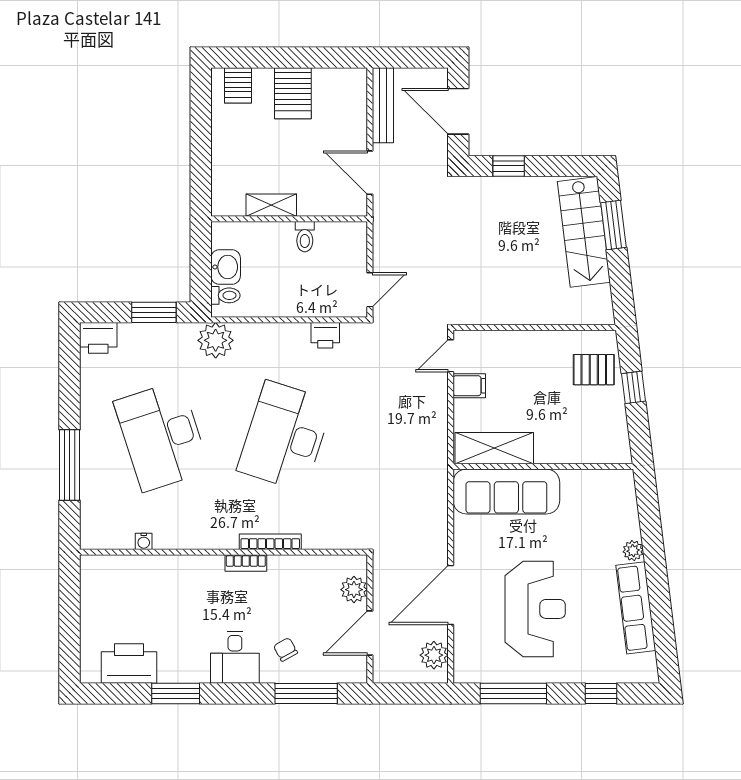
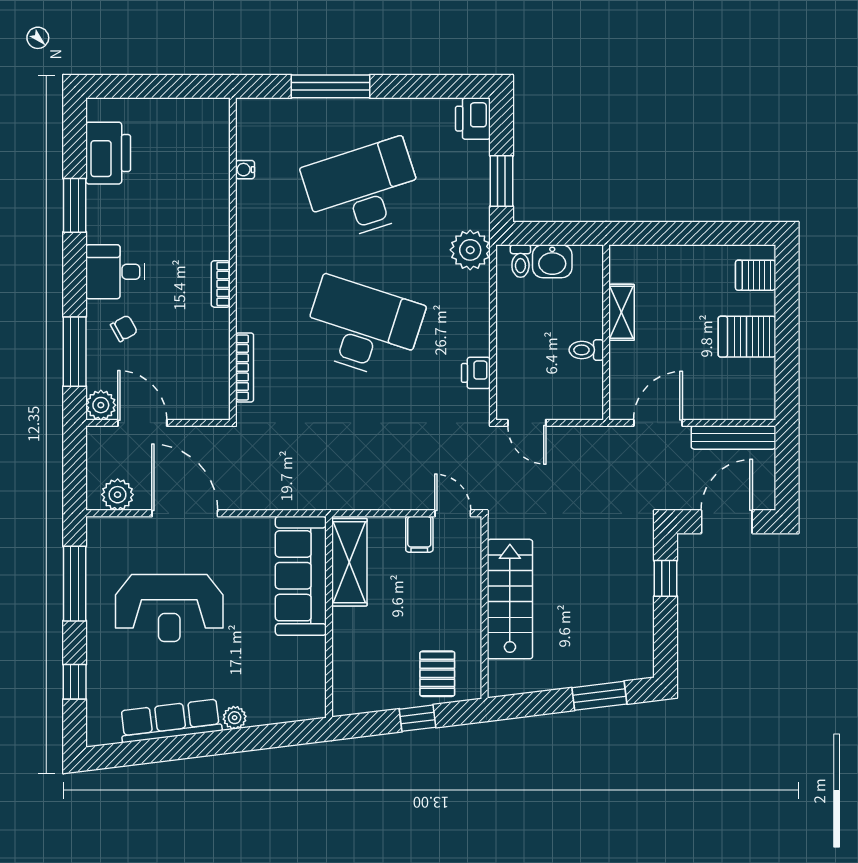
stairs: (584, 232) -> (510, 599), moved, turned 97
bookcase: (270, 542) -> (245, 367), moved
plant: (354, 590) -> (101, 405), moved

